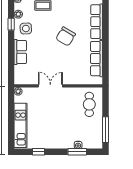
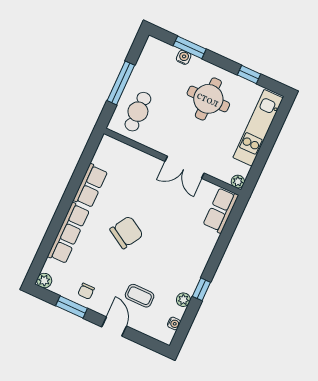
side table: (26, 28) -> (182, 272), removed
row of seats: (20, 52) -> (221, 210), moved
row of seats: (97, 59) -> (90, 186), width x0.68
round table: (54, 129) -> (208, 99), added
window: (106, 130) -> (121, 83), moved

